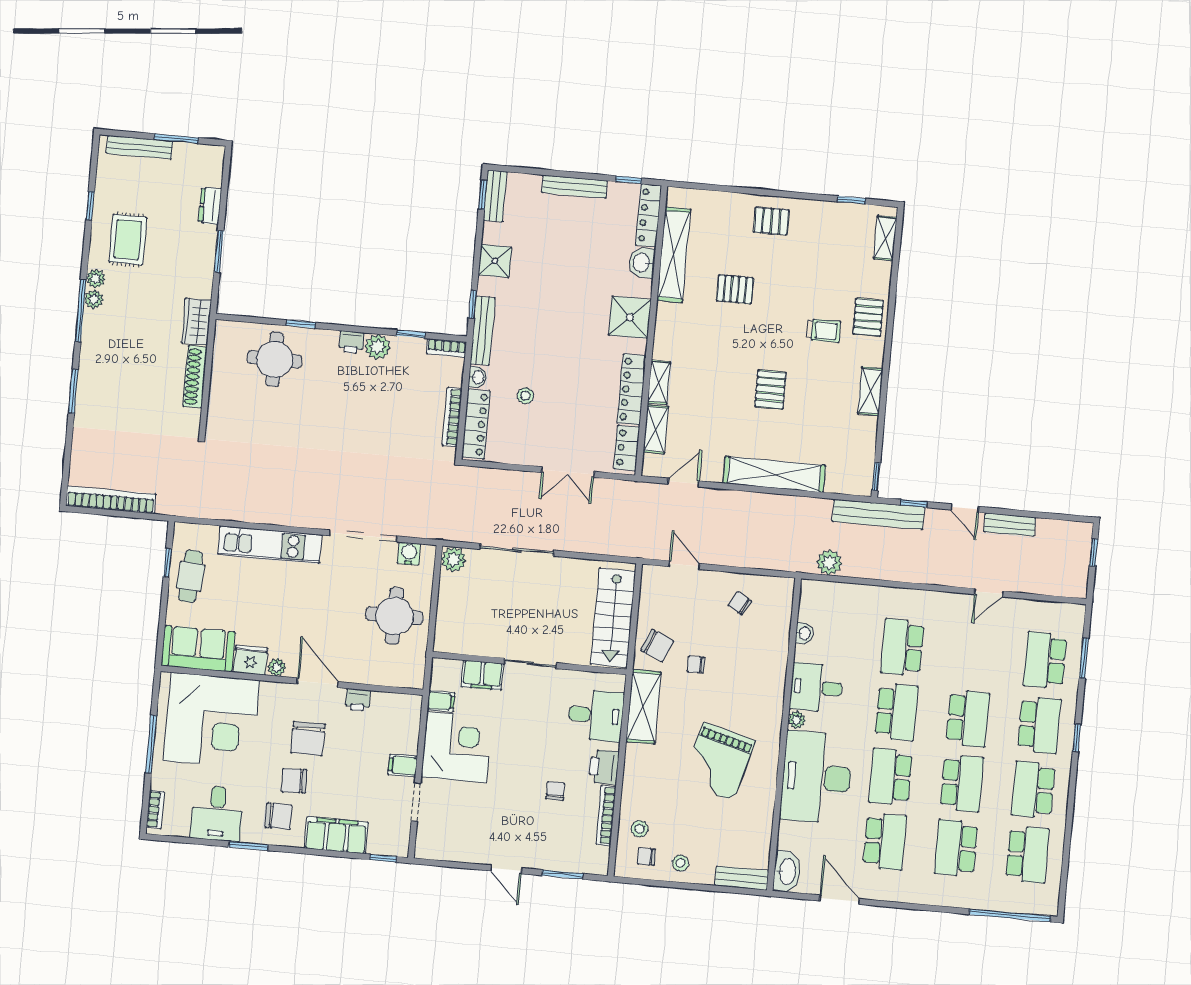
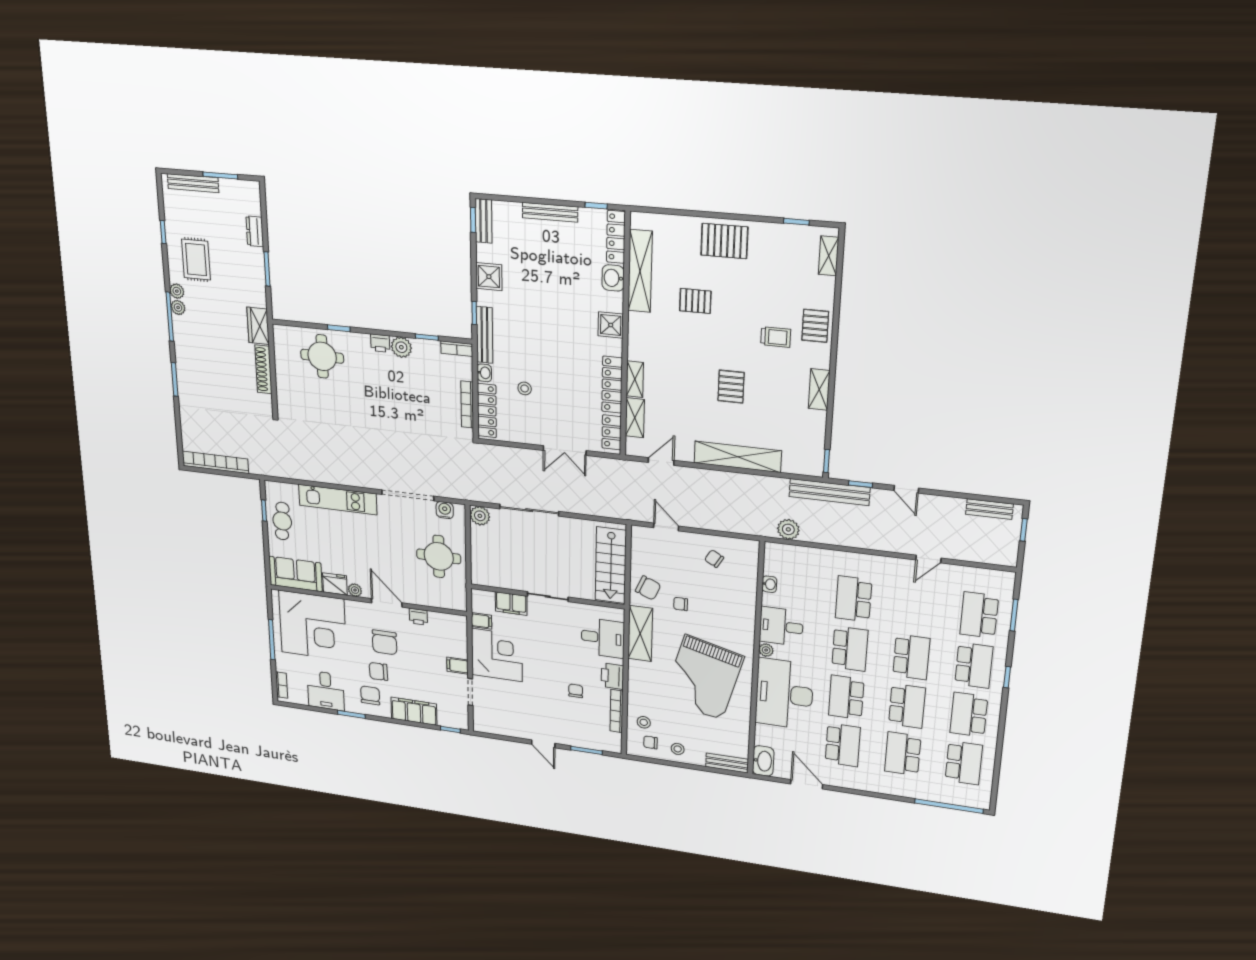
pallet: (771, 221) -> (724, 241), width x1.50, depth x1.42
shower: (630, 317) -> (611, 325), width x0.73, depth x0.73
bench: (1010, 525) -> (989, 509), moved
grand piano: (718, 762) -> (703, 678), width x1.37, depth x1.48
chair: (278, 816) -> (370, 695), turned -90

